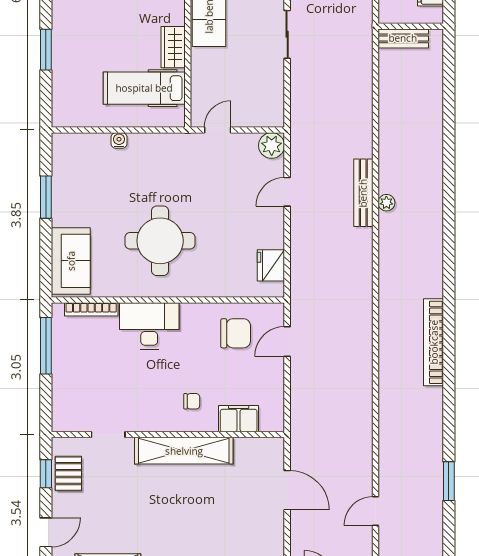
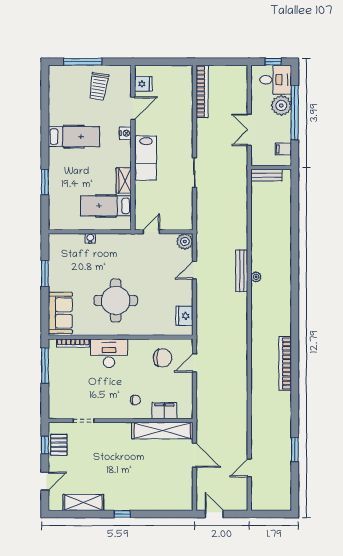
shelving: (184, 451) -> (162, 431), moved

